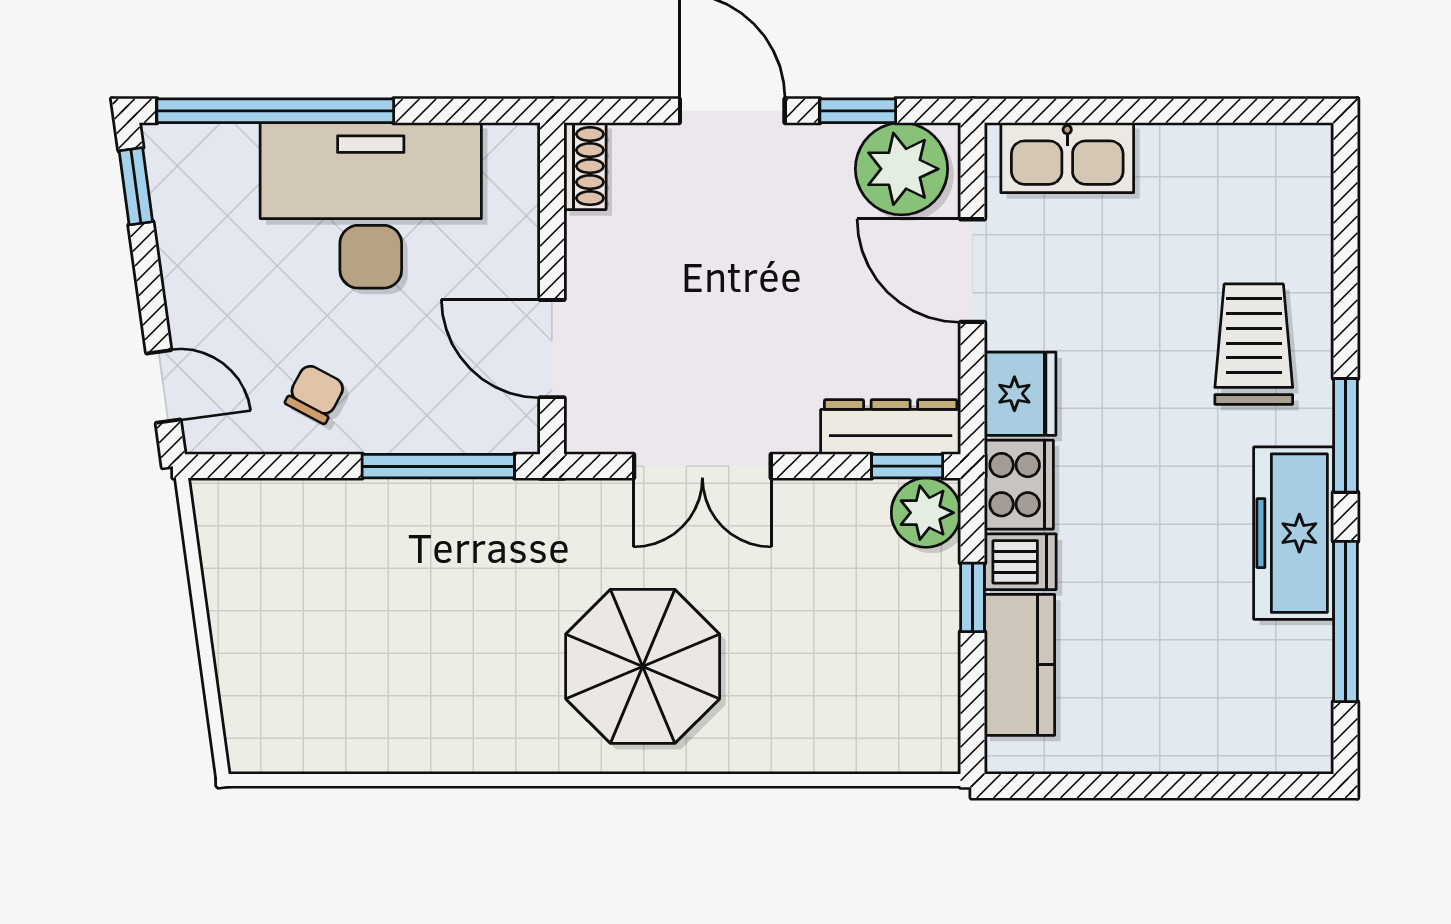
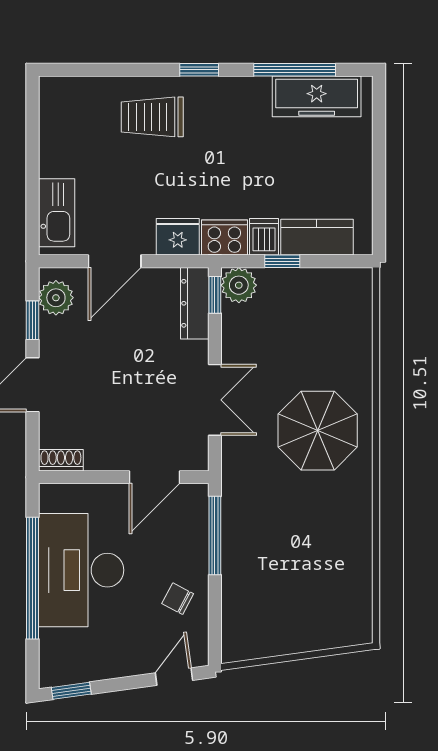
window: (275, 111) -> (33, 578), moved
plant: (902, 169) -> (56, 298), width x0.73, depth x0.73
window: (1346, 435) -> (199, 70), width x0.67
freezer: (1294, 533) -> (317, 96), moved

